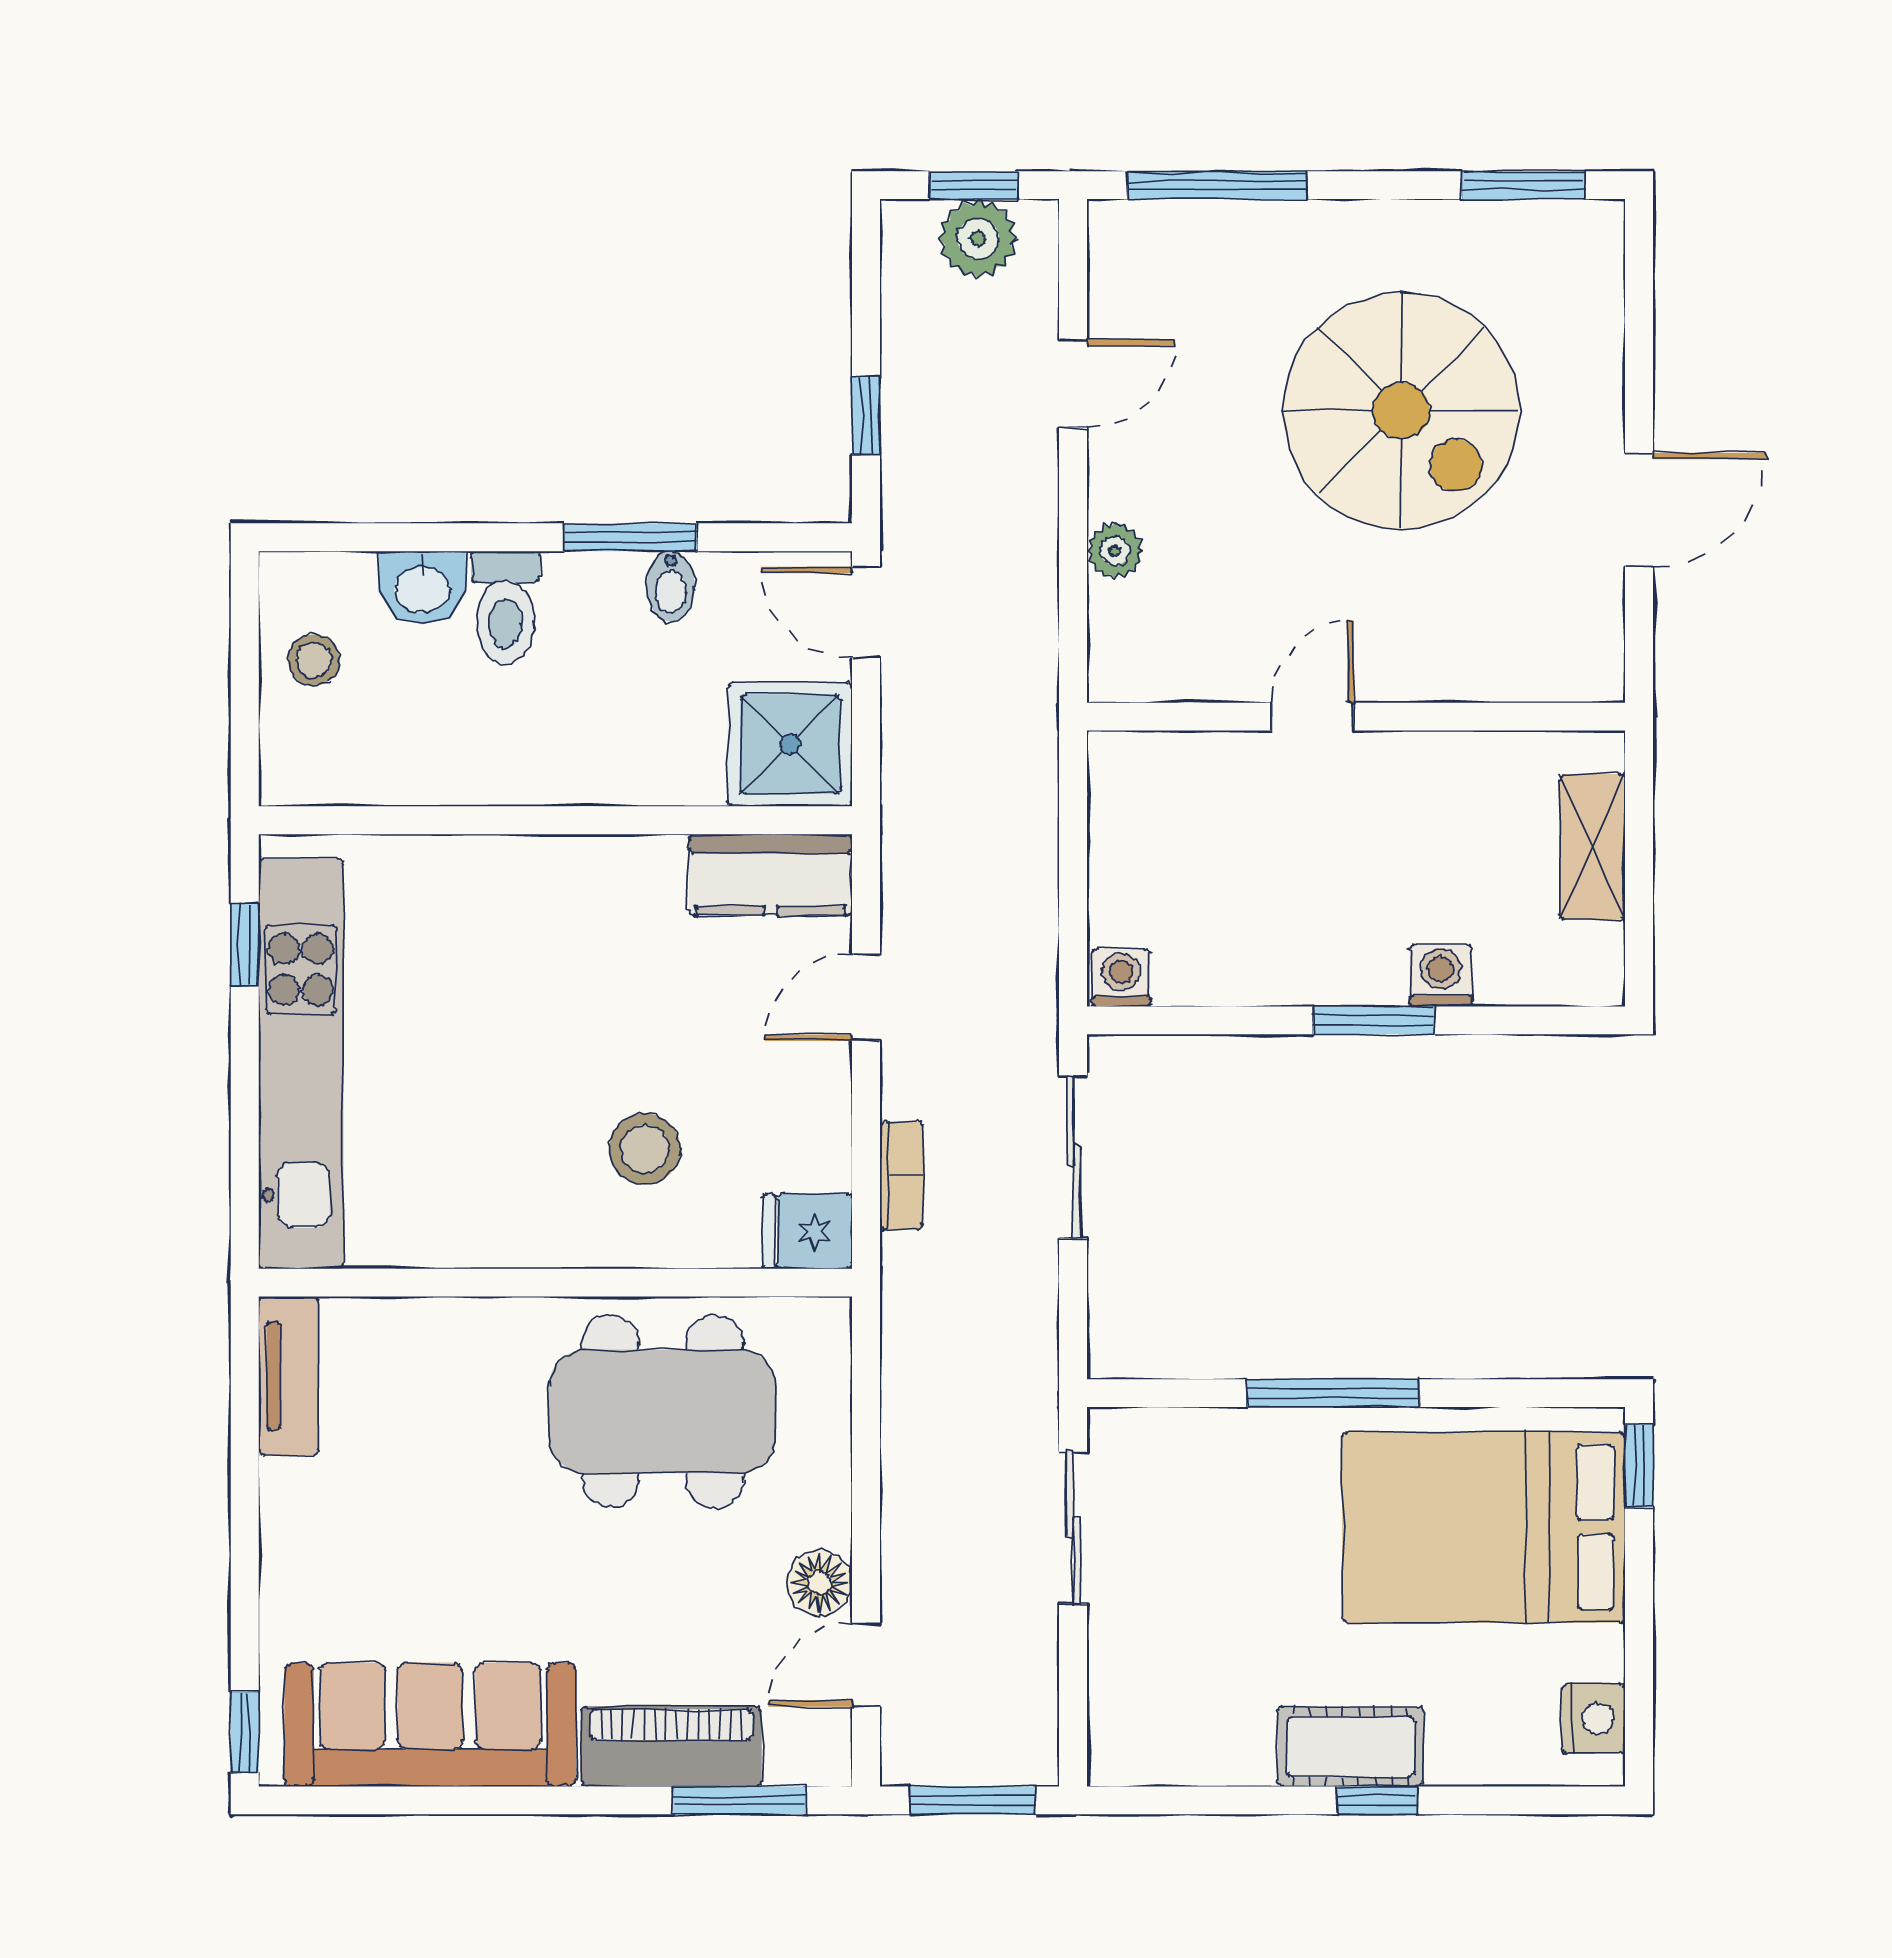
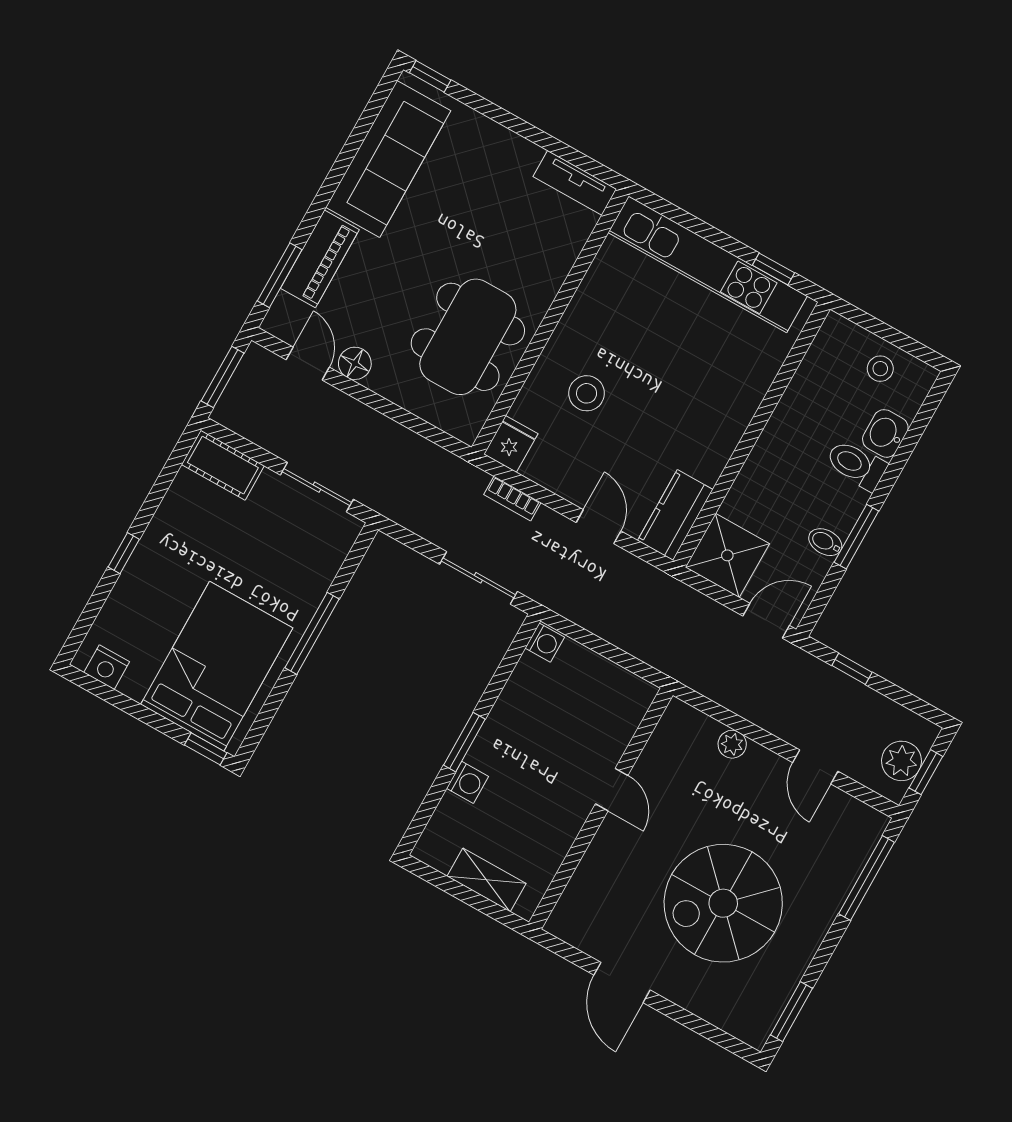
cot: (1351, 1747) -> (223, 465), moved, turned 90

